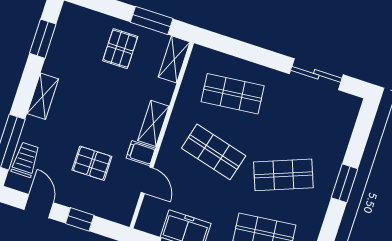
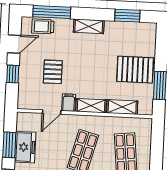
pallet: (120, 49) -> (135, 70), width x1.50, depth x1.42
shelving: (174, 59) -> (122, 107), moved
trolley: (25, 160) -> (43, 26), turned 180

